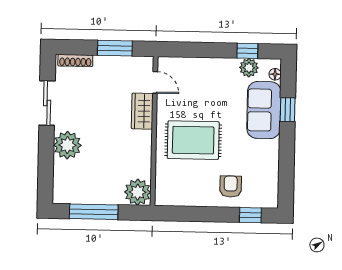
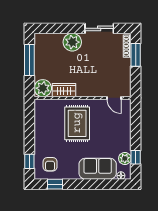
window: (115, 48) -> (136, 55), moved
door: (155, 82) -> (114, 98), hinge flipped
window: (288, 110) -> (55, 184), moved
wardrobe: (142, 111) -> (64, 90), moved
armchair: (231, 186) -> (50, 164), moved, turned 90

